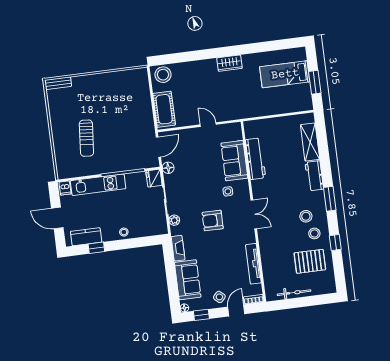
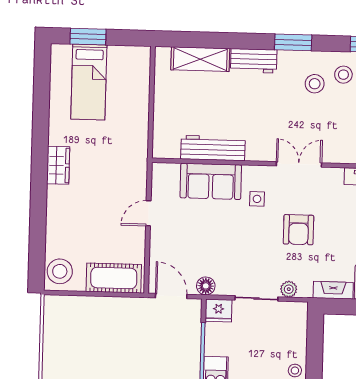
window: (315, 82) -> (88, 37), moved

